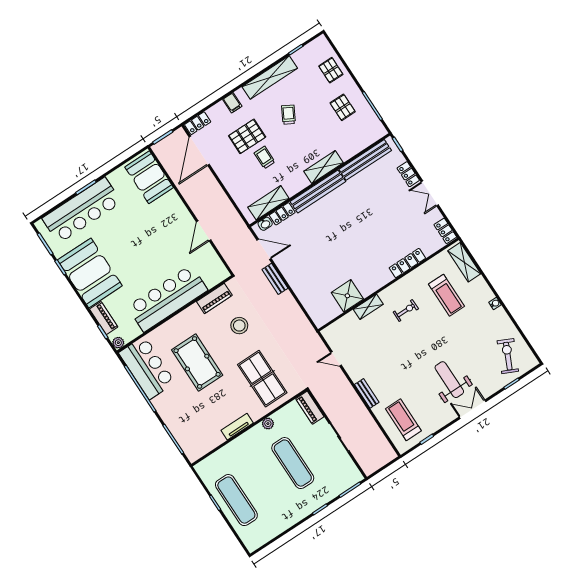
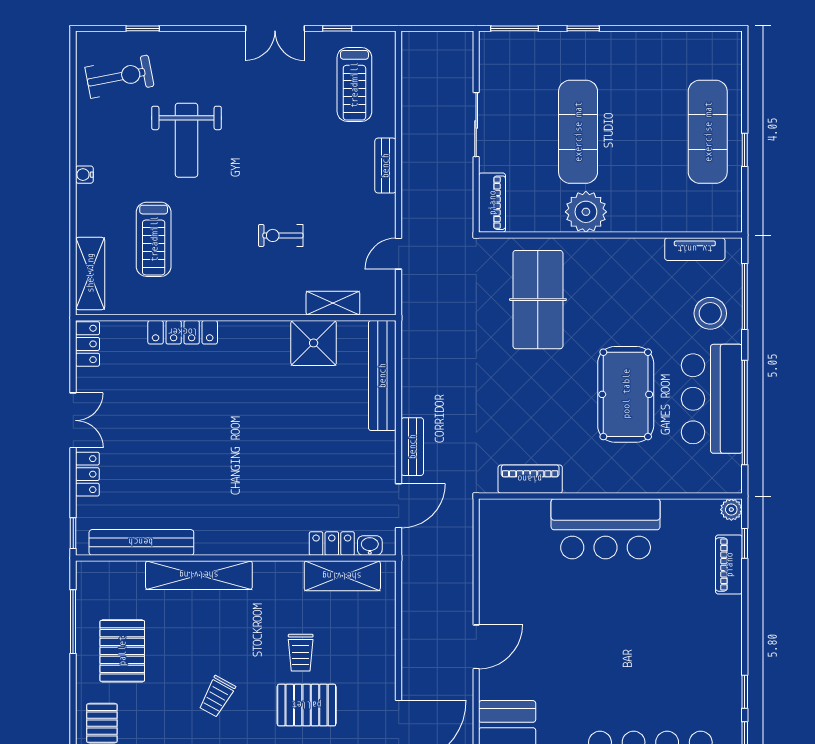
pallet: (343, 107) -> (122, 651), width x1.50, depth x1.42
shelving: (324, 167) -> (199, 575), width x1.47
bench: (318, 191) -> (382, 376), moved, turned 90
door: (204, 231) -> (476, 647), moved
door: (264, 249) -> (399, 506), swing flipped
booth: (90, 273) -> (703, 652), removed
treadmill: (446, 295) -> (154, 239), turned 180
bar counter: (167, 298) -> (606, 529), width x0.73
shelving: (368, 307) -> (333, 303), moved
exercise bike: (406, 310) -> (281, 235), moved
stool: (239, 326) -> (710, 313), moved
exercise bike: (508, 356) -> (119, 77), turned -126
door: (336, 359) -> (399, 254), swing flipped
bar counter: (147, 368) -> (712, 399), moved
weight bench: (449, 380) -> (187, 140), moved
double door: (472, 409) -> (275, 28), moved
plant: (268, 424) -> (586, 212), width x1.88, depth x1.88
tv unit: (237, 427) -> (695, 249), moved

